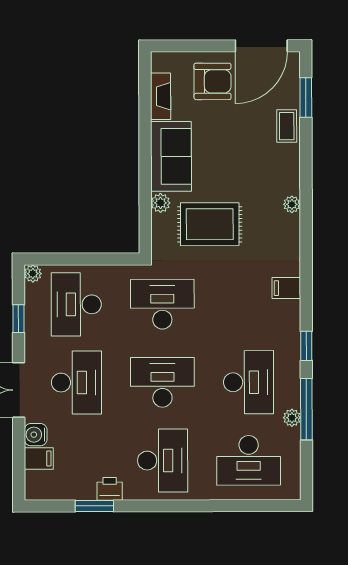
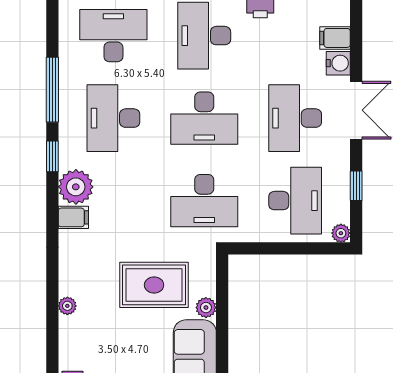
plant: (292, 418) -> (76, 187), moved, width x1.88, depth x1.88

